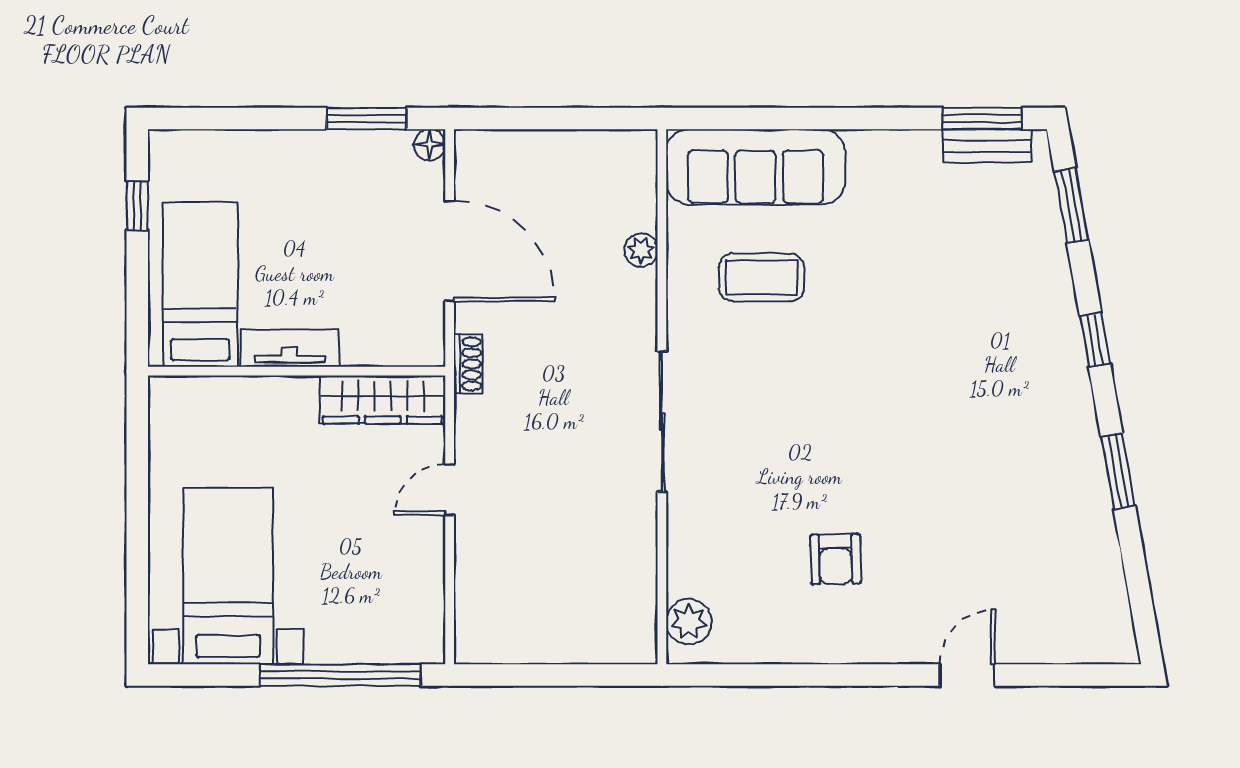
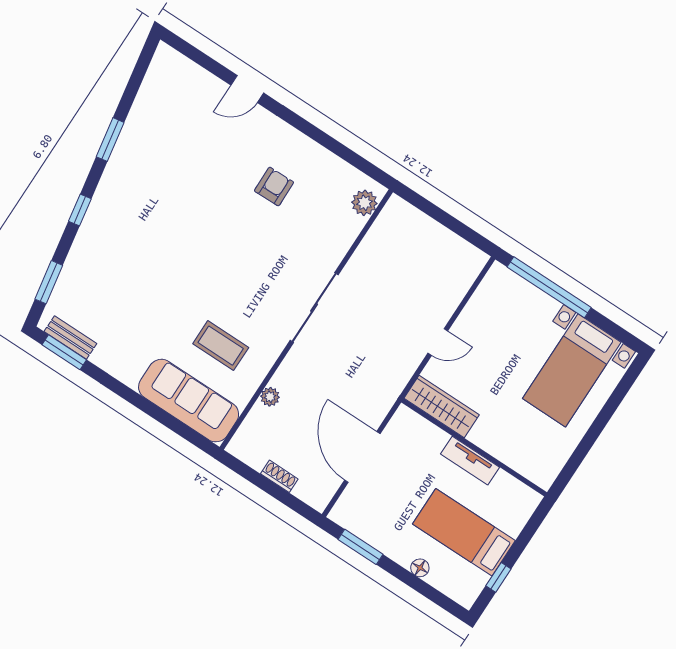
floor lamp: (430, 145) -> (420, 568), moved
bed: (200, 284) -> (464, 532), moved, turned 90
shoe rack: (468, 364) -> (279, 476), moved, turned 90

